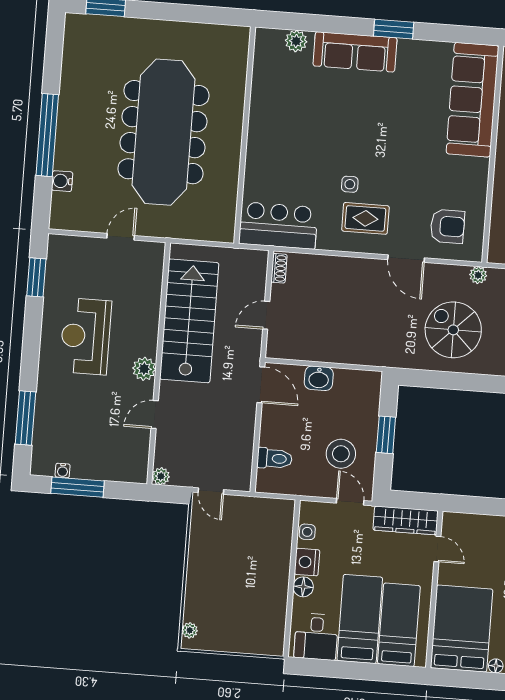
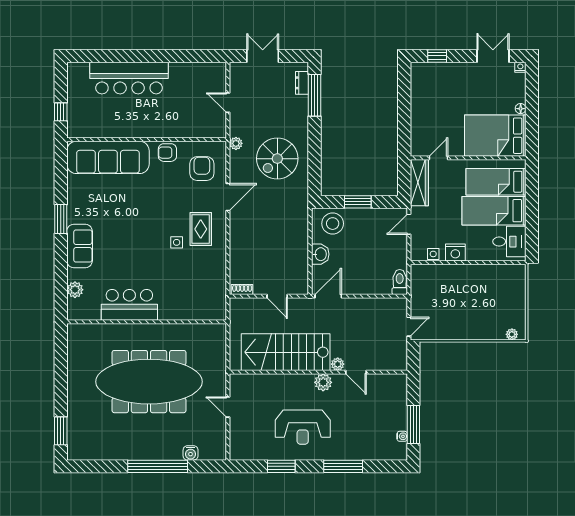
sofa: (355, 52) -> (80, 246), width x0.73
armchair: (473, 181) -> (167, 153), added
bar counter: (278, 225) -> (129, 305), moved, turned 90
window: (36, 277) -> (281, 466), moved
window: (25, 418) -> (343, 466), moved
stool: (341, 454) -> (333, 224), moved
toilet: (274, 458) -> (400, 282), moved
plant: (161, 476) -> (338, 364), moved
floor lamp: (303, 587) -> (474, 254), removed

